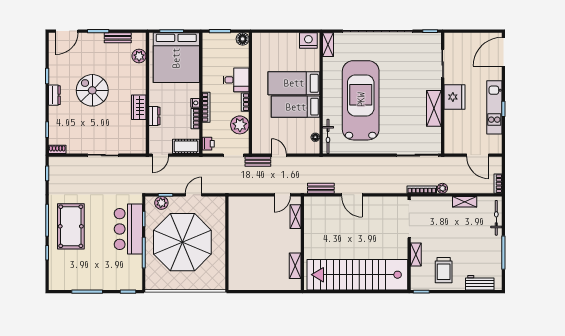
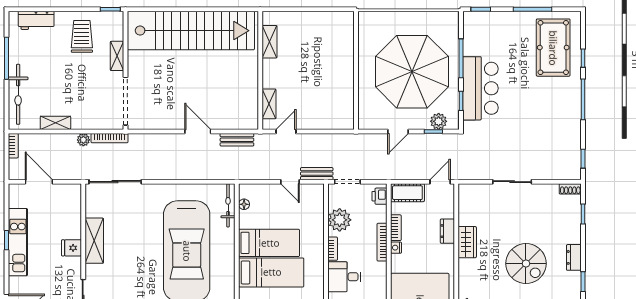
fridge: (454, 97) -> (72, 248), width x0.53, depth x0.75
bicycle: (496, 218) -> (18, 94), width x1.37, depth x1.40
pool table: (71, 226) -> (553, 48), moved

